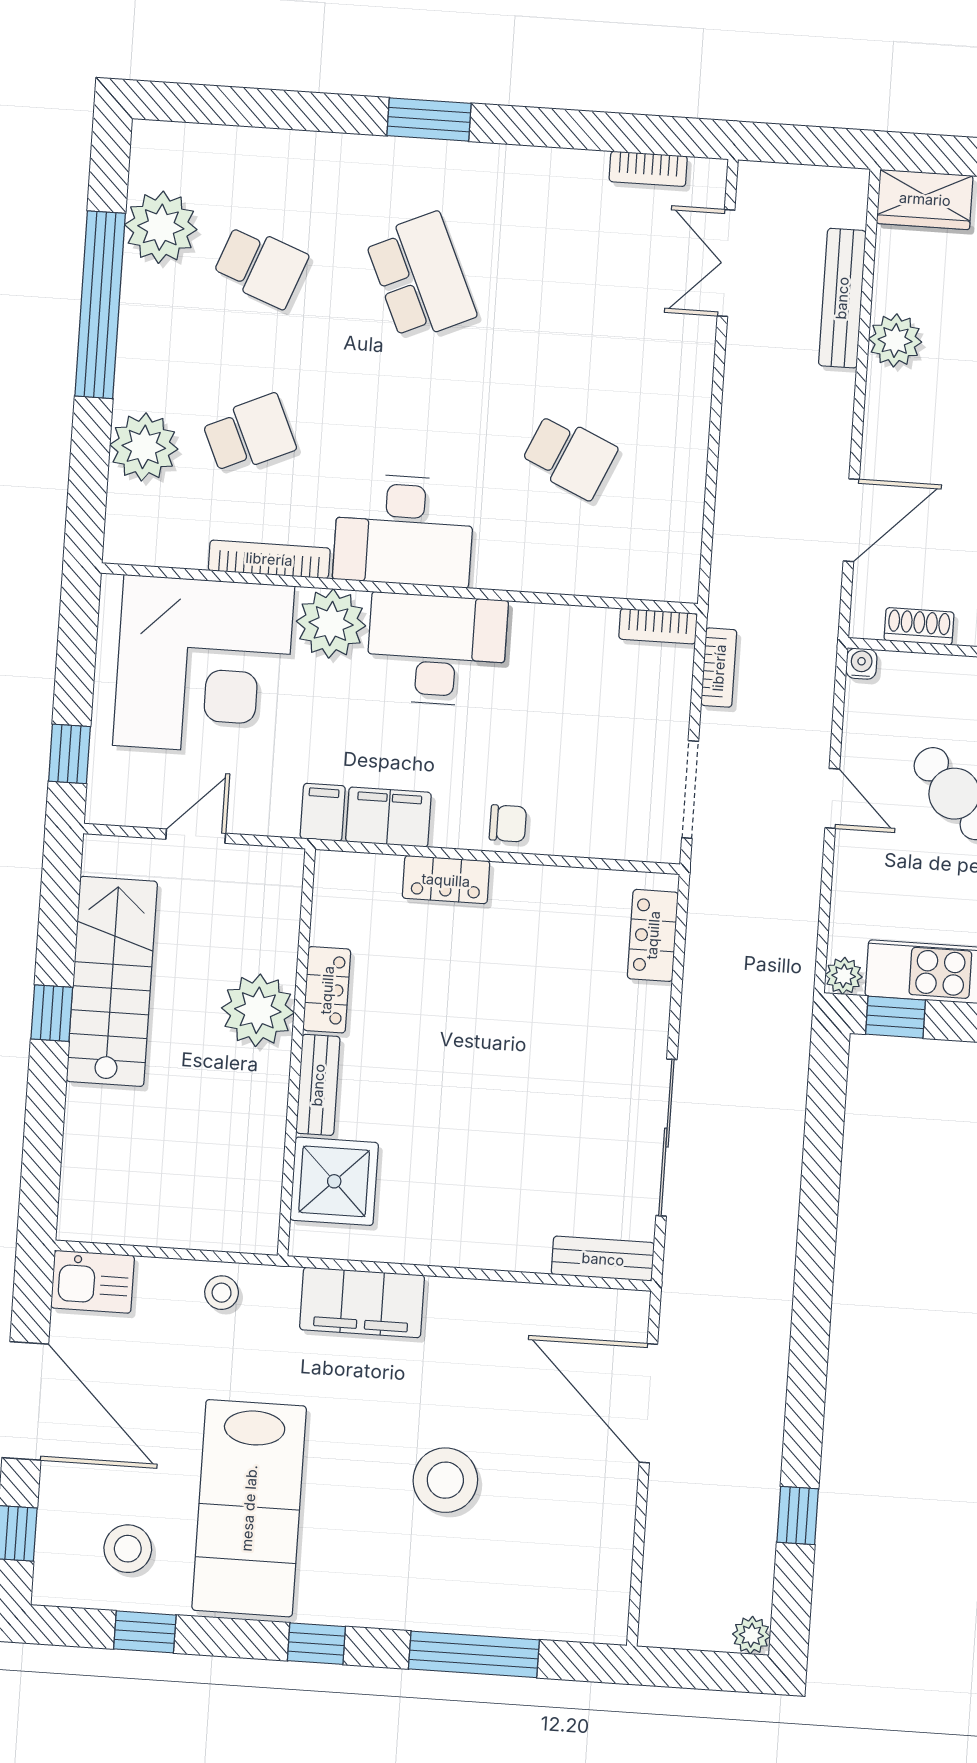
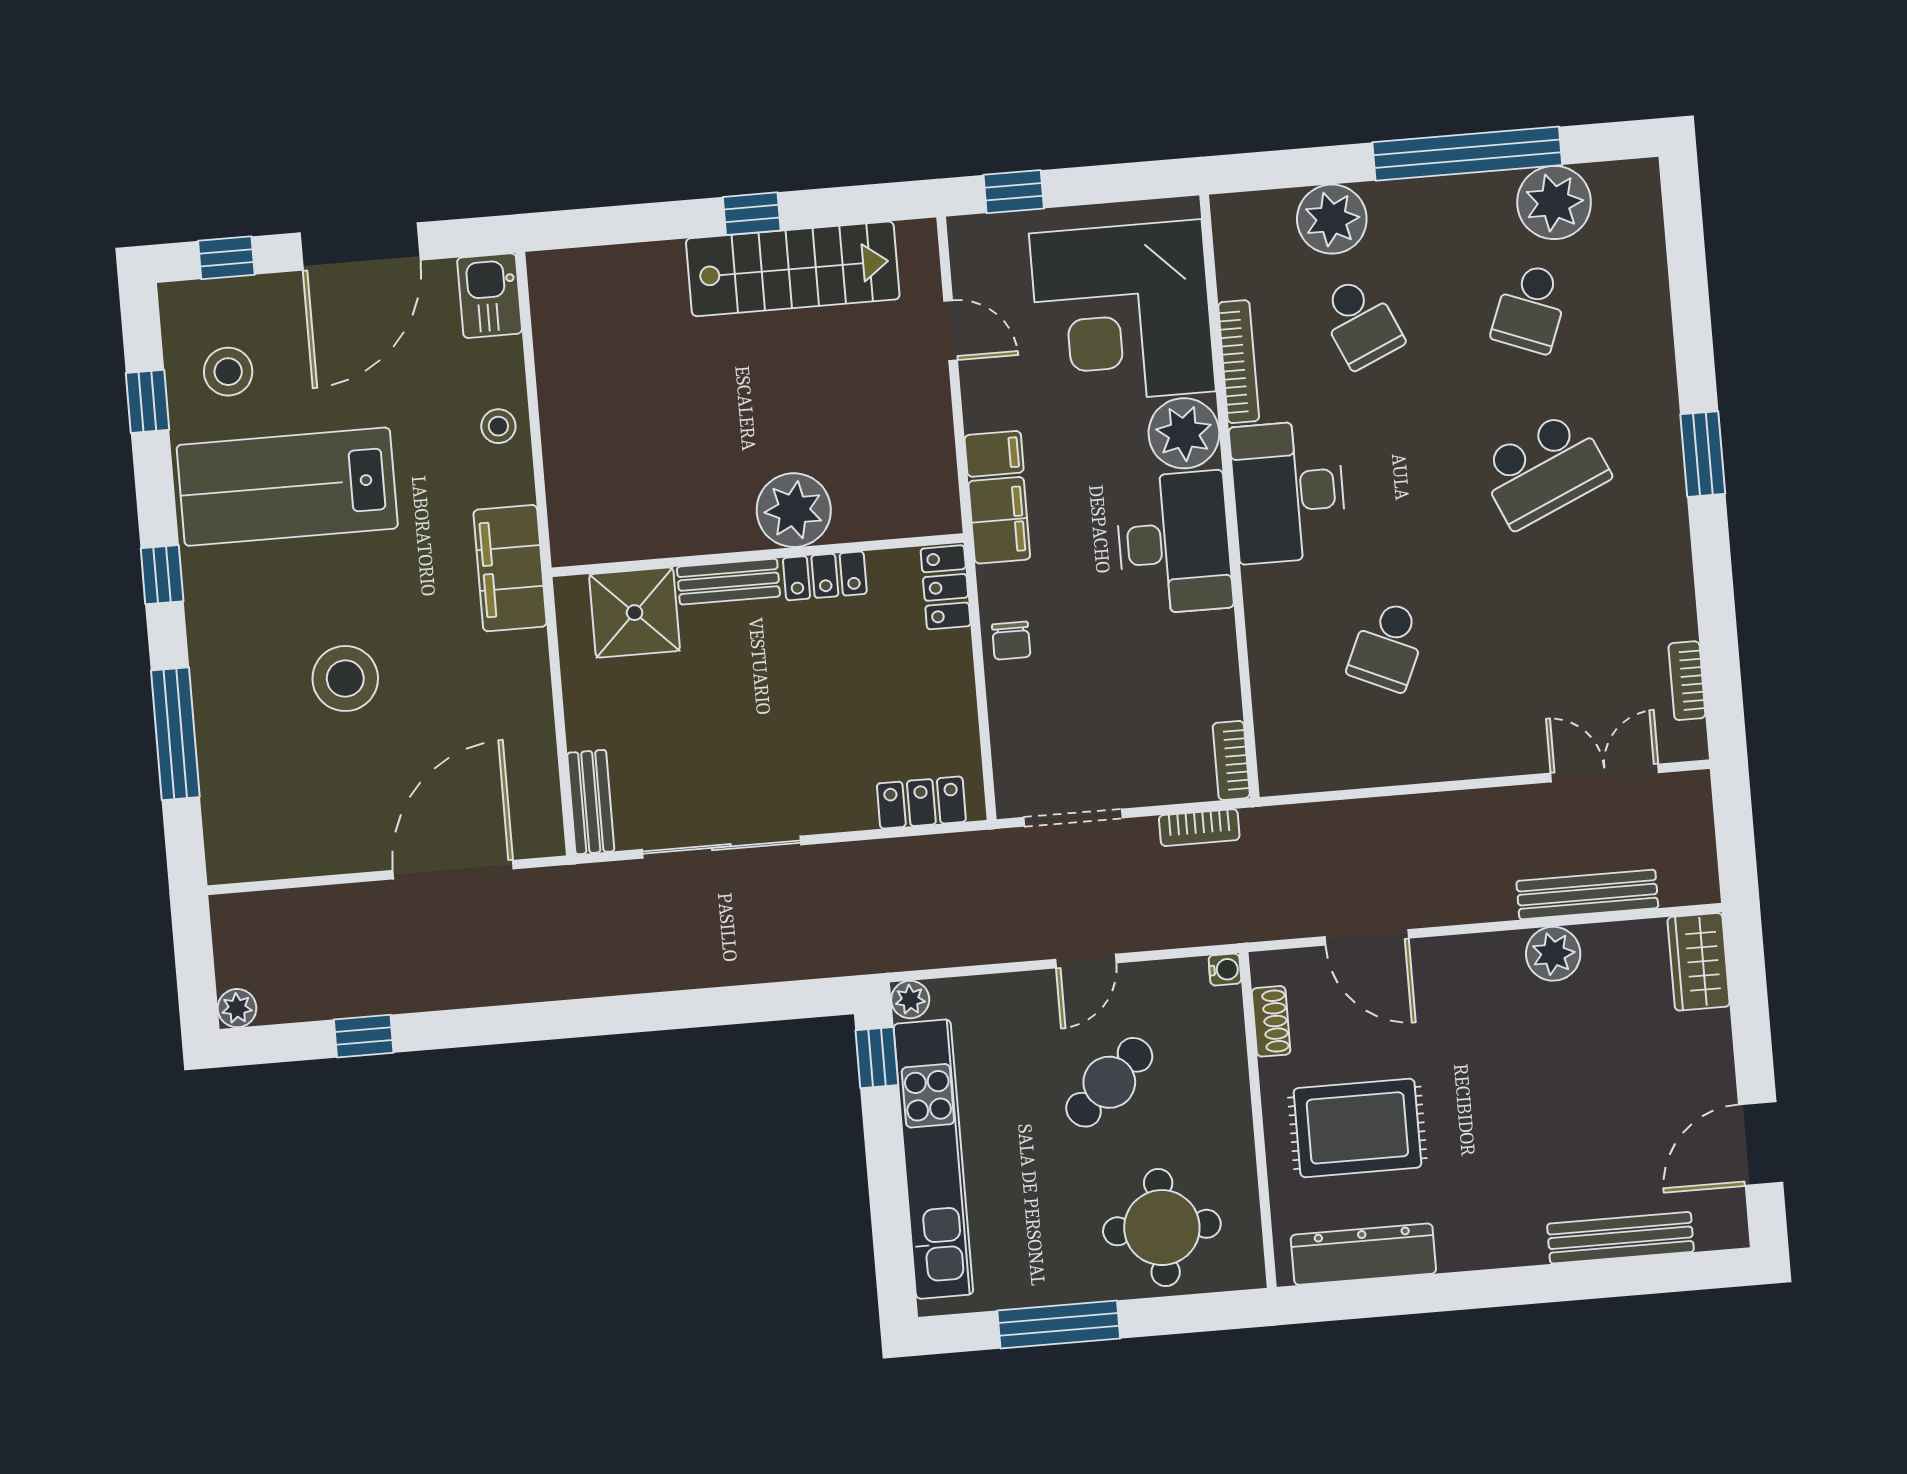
locker: (327, 990) -> (825, 576), moved
plant: (258, 1010) -> (794, 510), moved
wall: (296, 1052) -> (758, 555), moved
bench: (318, 1085) -> (728, 582), moved
shower: (334, 1181) -> (635, 613), moved

